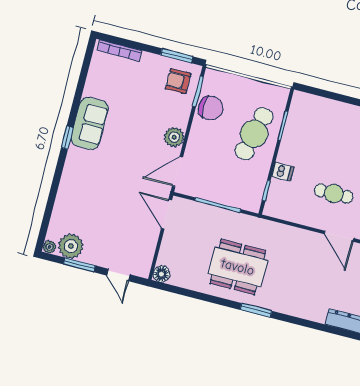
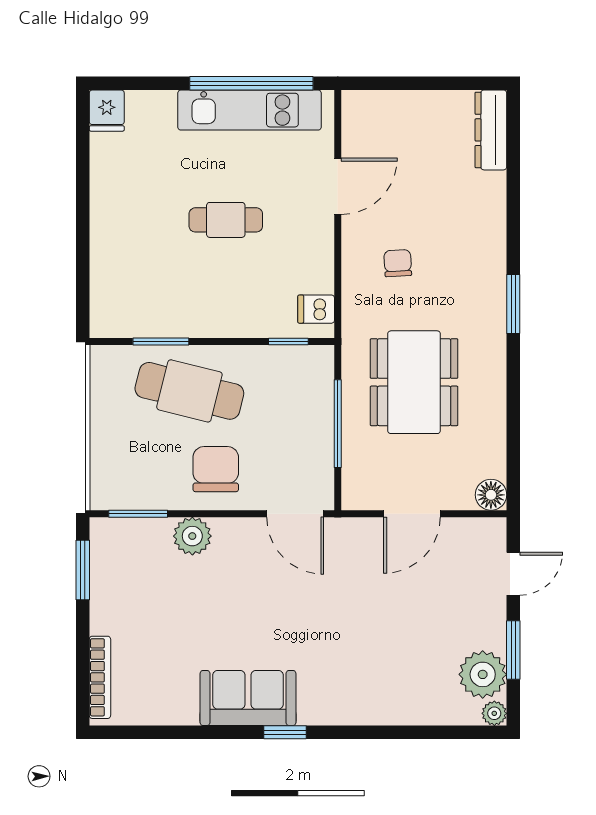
armchair: (178, 81) -> (128, 555), removed
chair: (211, 108) -> (216, 469), moved
plant: (174, 137) -> (192, 536), moved
dishwasher: (283, 172) -> (316, 309), moved, turned -90
cafe table: (334, 194) -> (226, 220), moved, turned 90
door: (166, 214) -> (412, 514), moved
chair: (292, 257) -> (398, 263), added
dining table: (238, 267) -> (414, 382), moved

